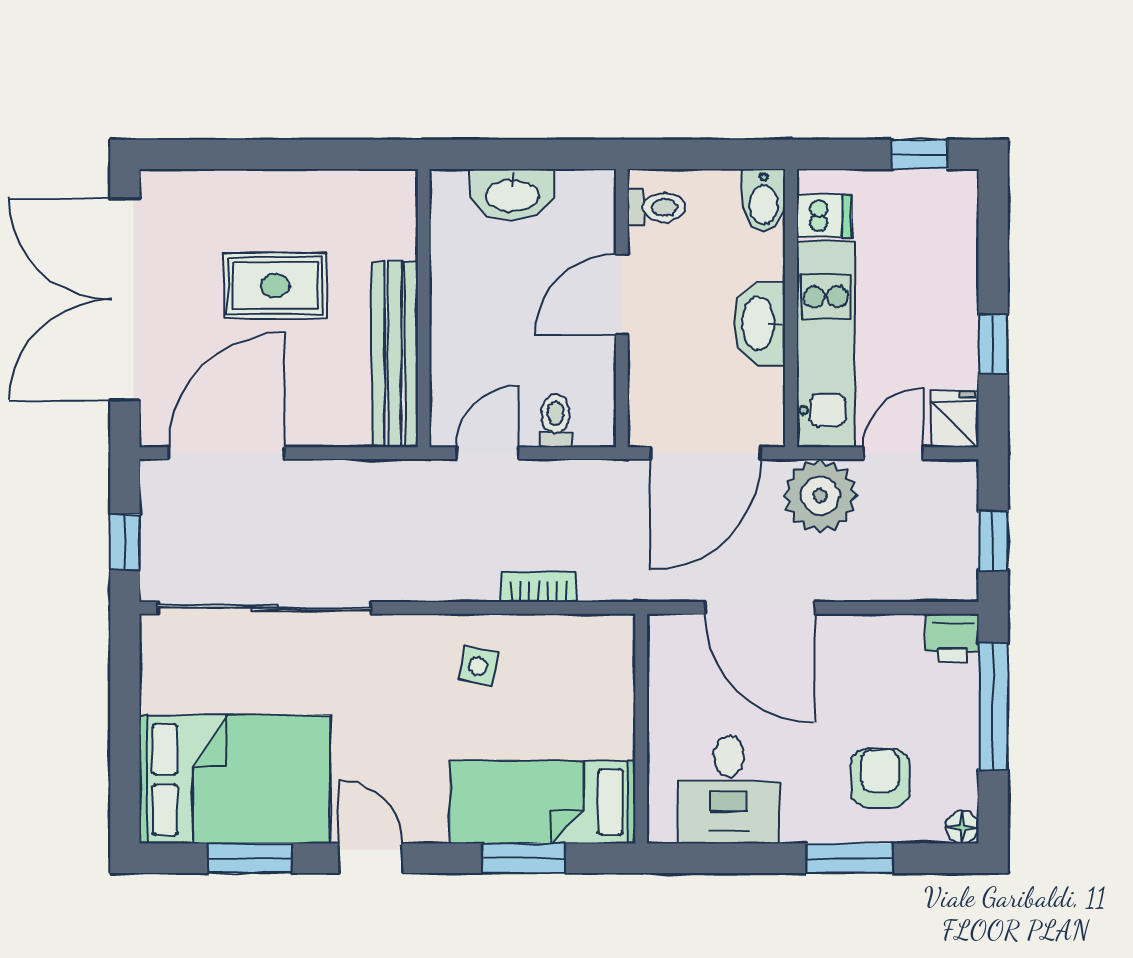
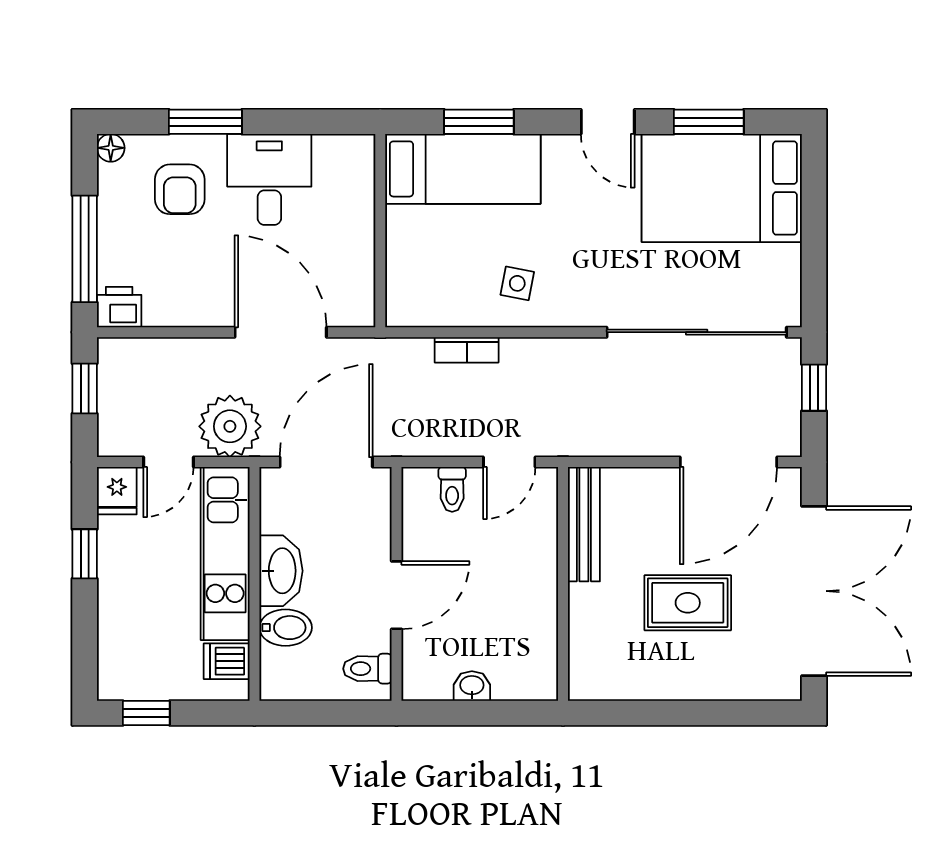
washbasin: (512, 194) -> (472, 686), width x0.52, depth x0.69
bidet: (764, 200) -> (286, 628), moved, turned 90
bench: (395, 354) -> (584, 524), width x0.73, depth x0.82
desk: (729, 790) -> (269, 179), moved

